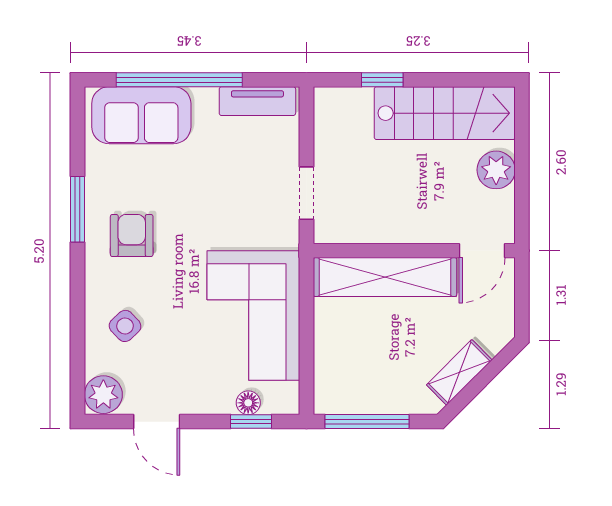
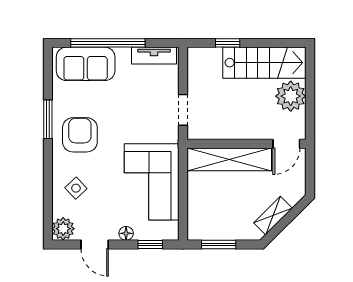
plant: (496, 170) -> (291, 96), width x1.36, depth x1.36
armchair: (132, 236) -> (80, 135), width x1.38, depth x1.38
floor lamp: (248, 403) -> (126, 233), moved
window: (367, 422) -> (219, 245), width x0.69

